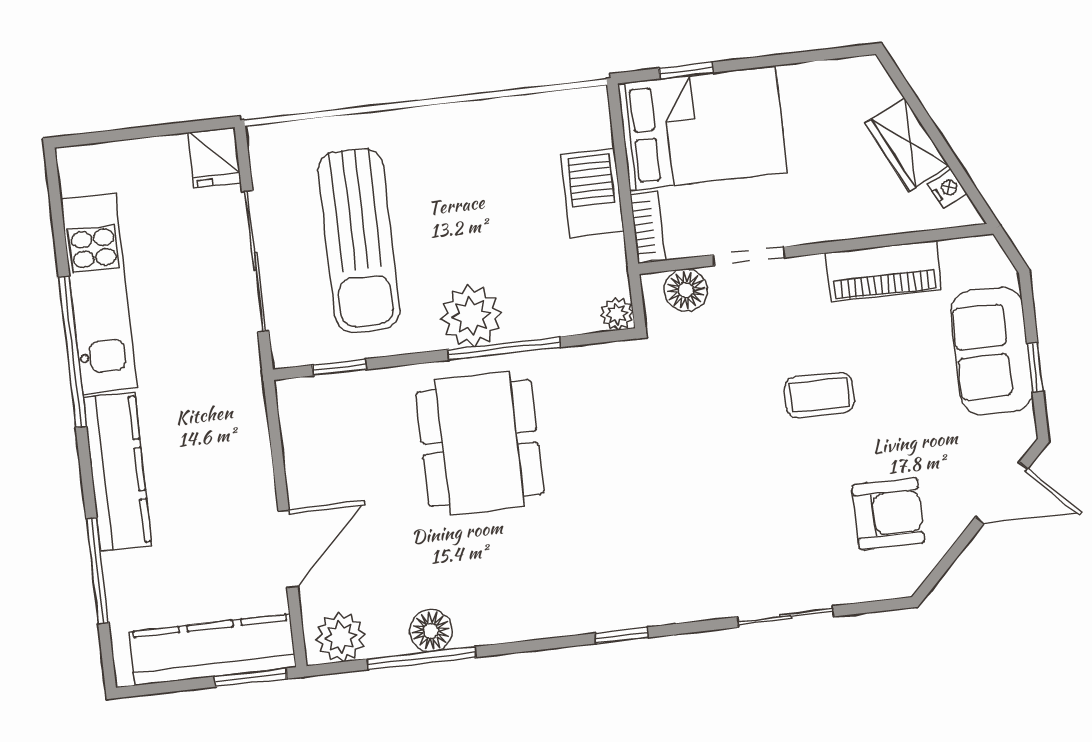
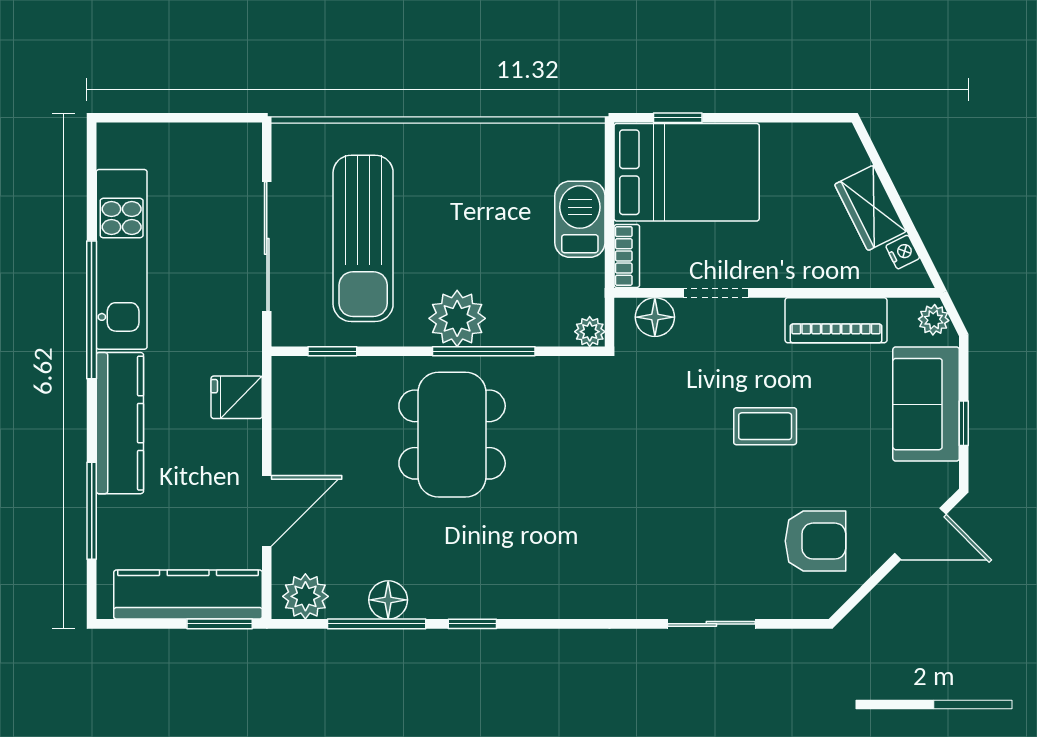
fridge: (215, 157) -> (237, 397), moved, turned 90
plant: (989, 258) -> (934, 320), added
window: (622, 635) -> (472, 624), moved

